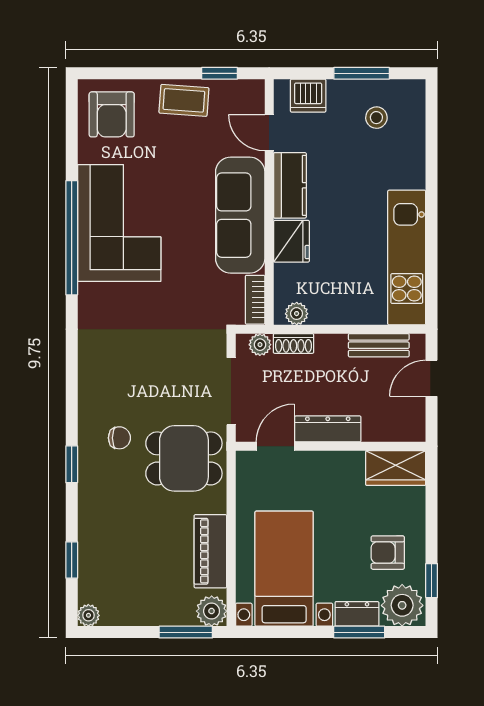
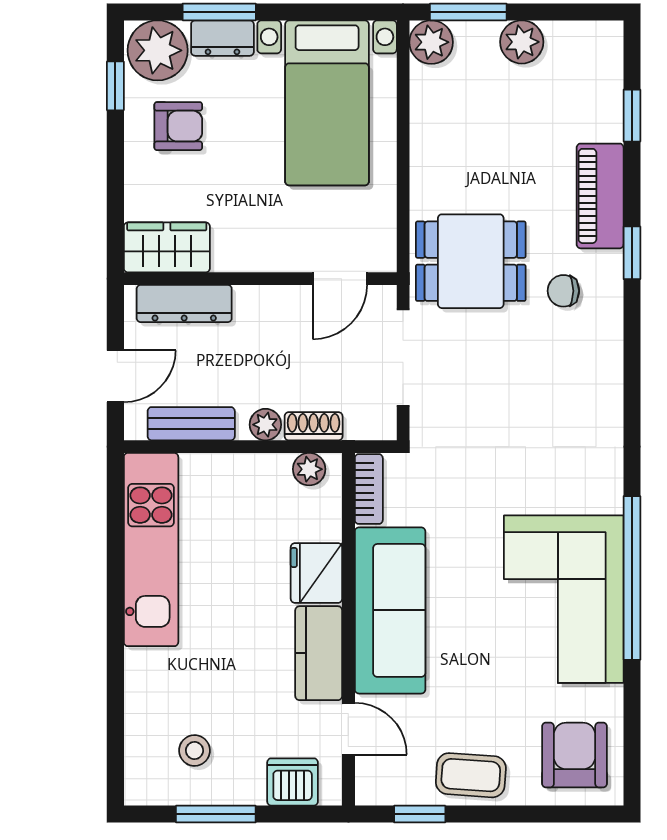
plant: (260, 345) -> (265, 425), moved
dresser: (328, 429) -> (184, 304), moved
piano: (210, 551) -> (600, 196), moved, turned 180
plant: (88, 615) -> (522, 42), moved, width x1.38, depth x1.38

